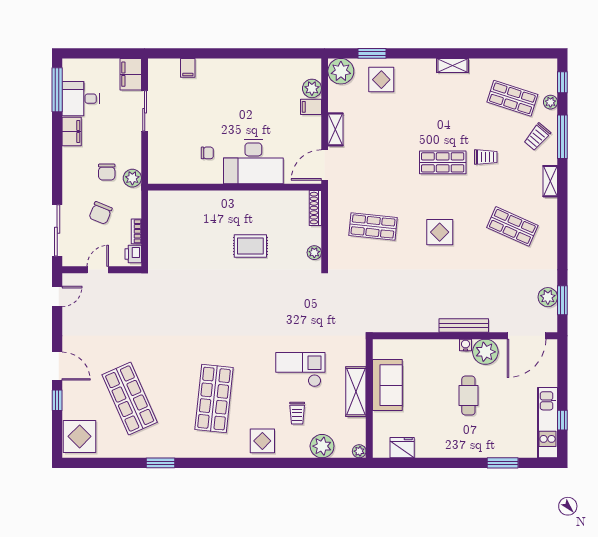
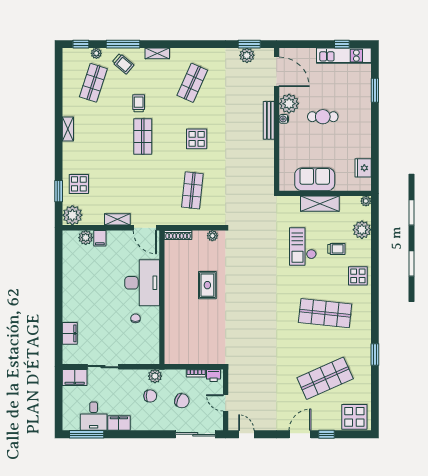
filing cabinet: (188, 68) -> (70, 333), width x2.00

